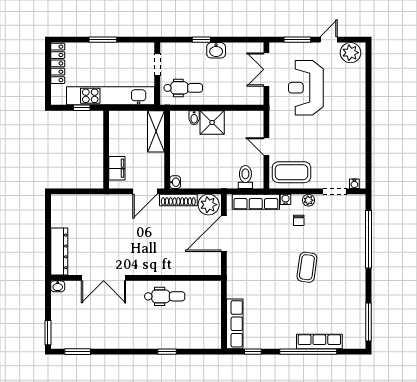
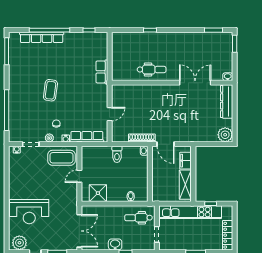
double door: (266, 69) -> (79, 231), width x1.37
reception desk: (306, 88) -> (29, 212), moved, turned 90
shower: (212, 123) -> (98, 193), moved
shelving: (156, 131) -> (185, 185), moved
door: (266, 146) -> (79, 176), swing flipped
toilet: (245, 177) -> (117, 154), moved
door: (145, 191) -> (166, 144), swing flipped
plant: (209, 205) -> (225, 135), moved
door: (224, 234) -> (110, 114), width x0.53
dental chair: (165, 296) -> (152, 70), turned 180
row of seats: (235, 324) -> (102, 72), moved, width x0.68
row of seats: (319, 341) -> (42, 37), width x1.36

